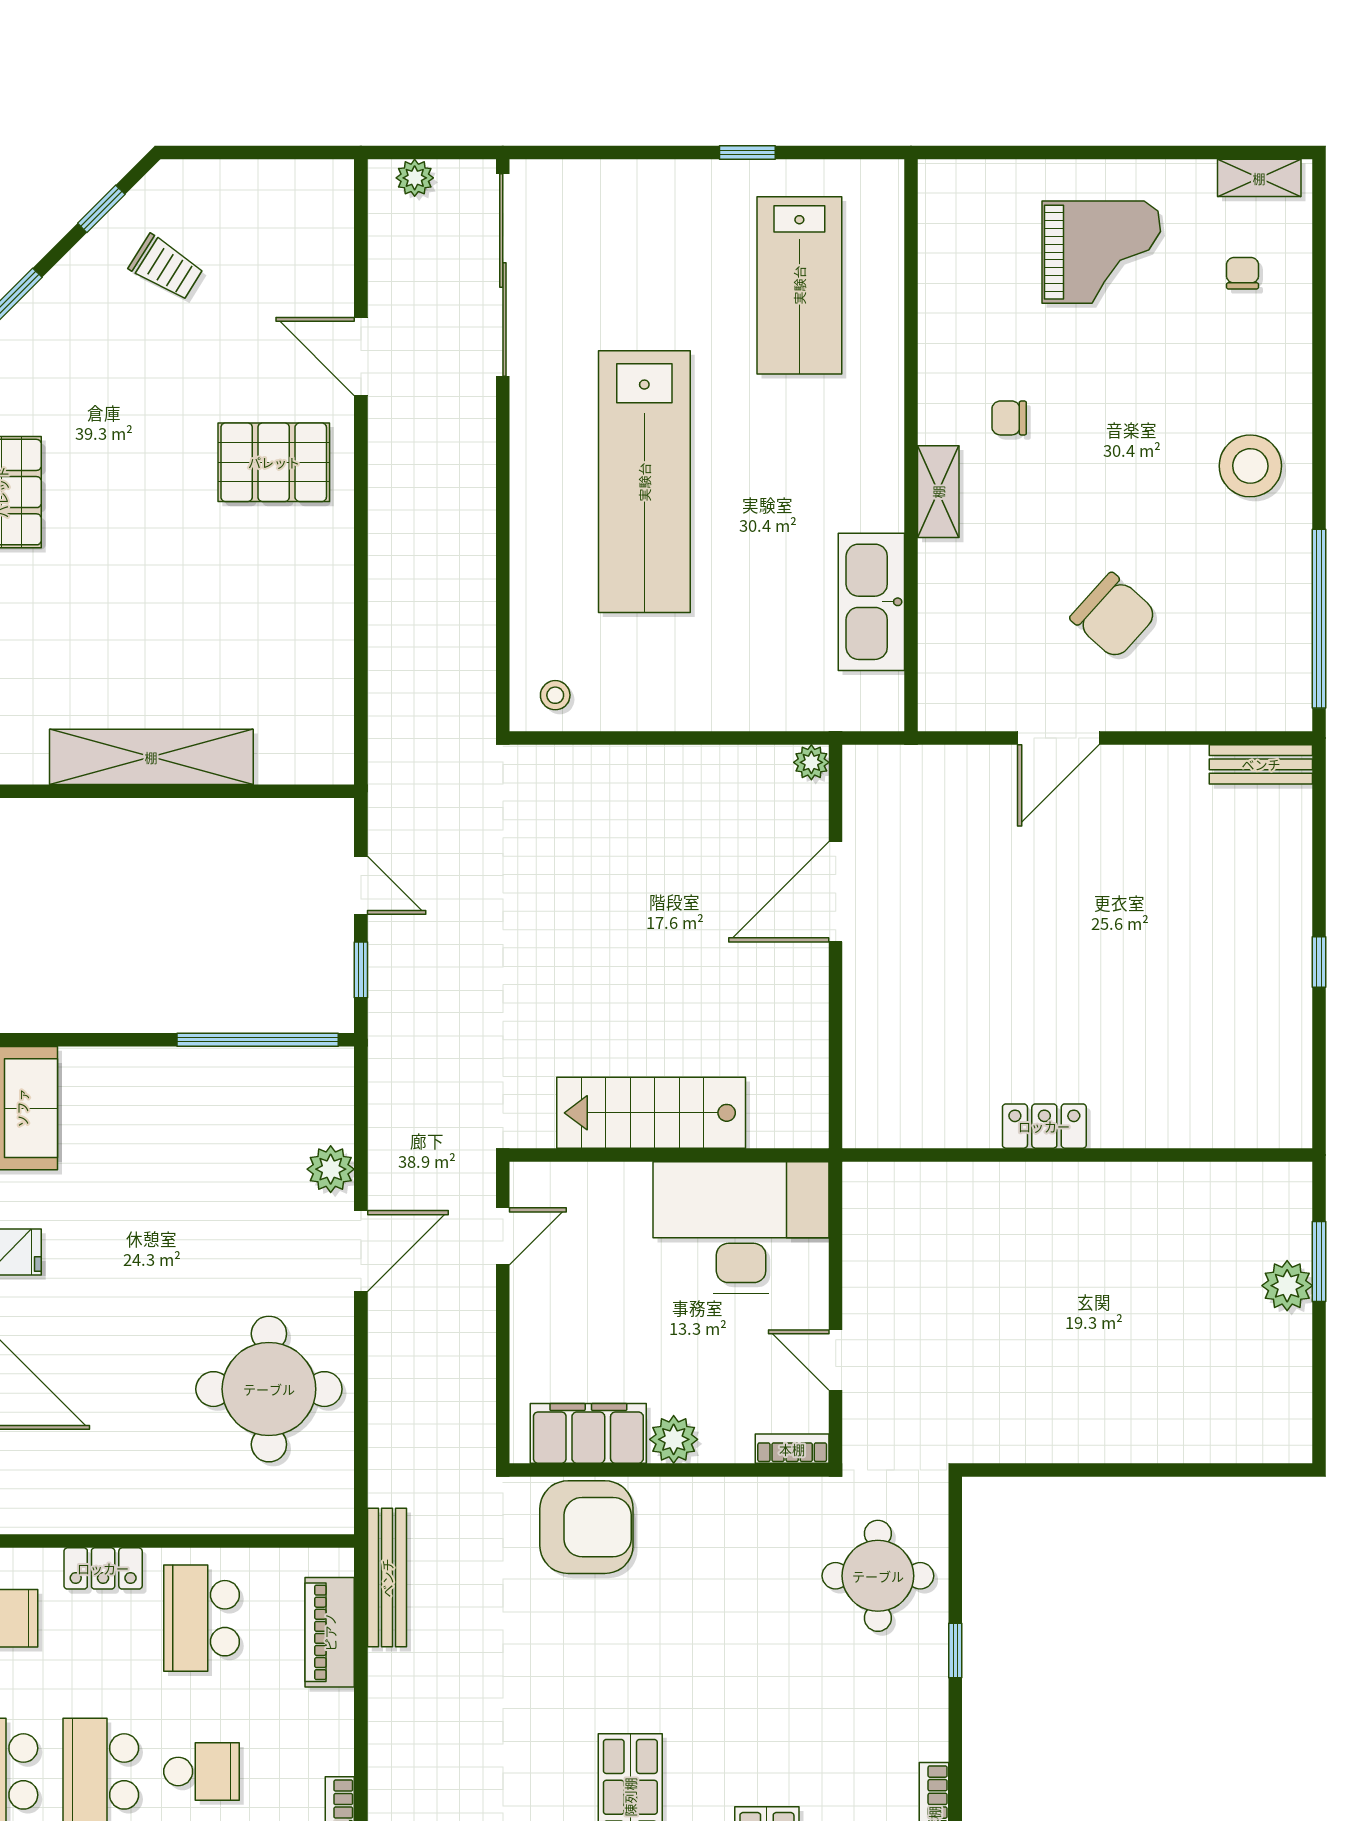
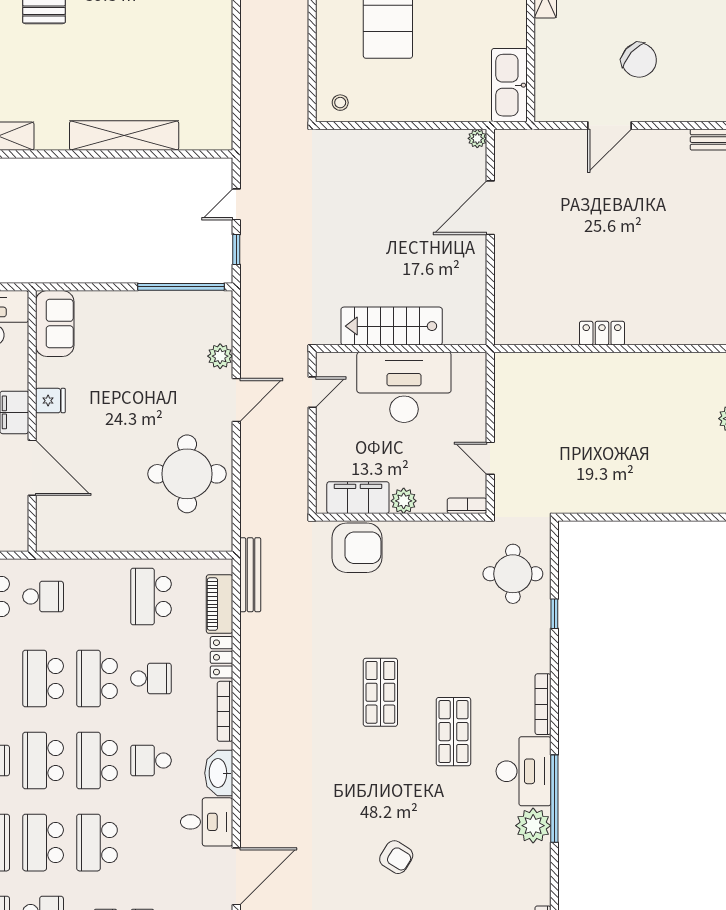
kitchen sink: (871, 602) -> (509, 85), moved
door: (361, 885) -> (236, 204), swing flipped
desk: (741, 1227) -> (404, 387), moved
locker: (103, 1568) -> (222, 657), moved, turned 90

